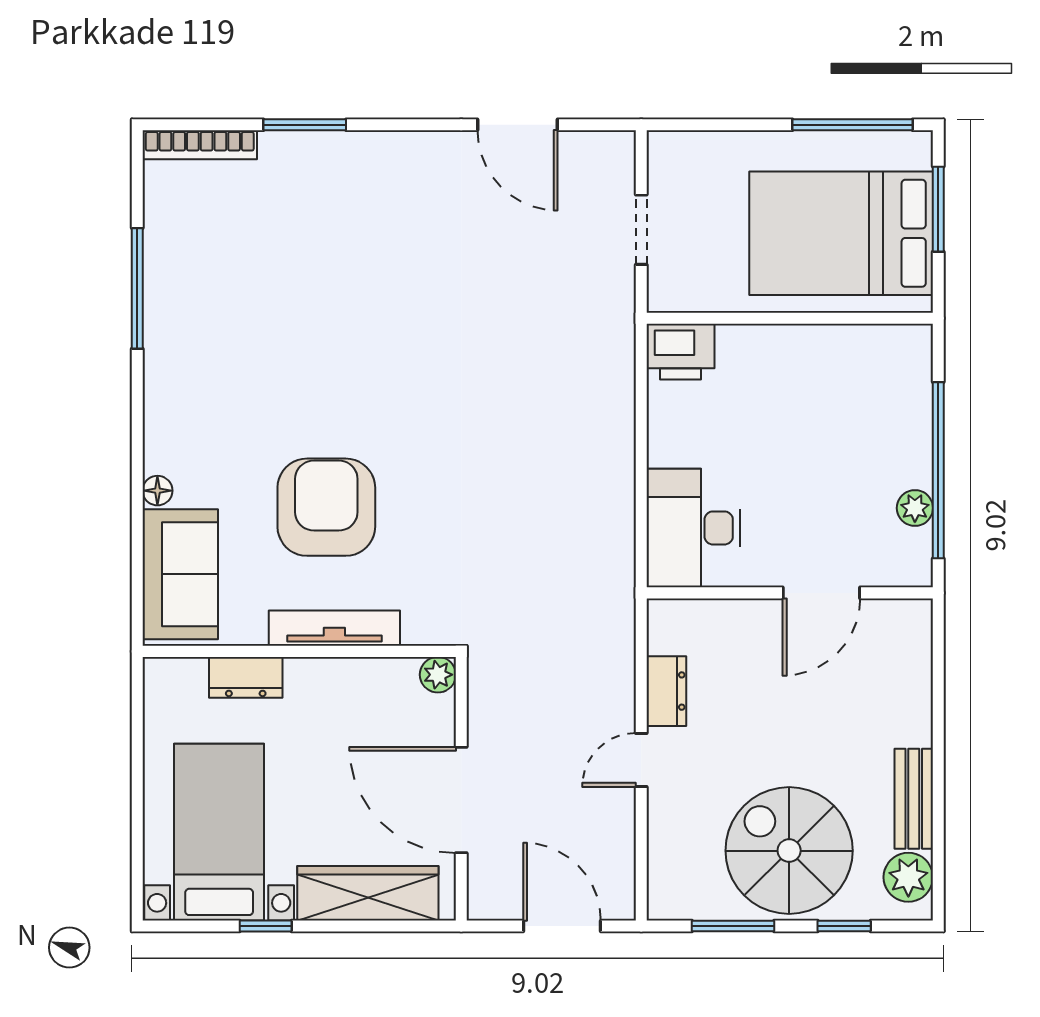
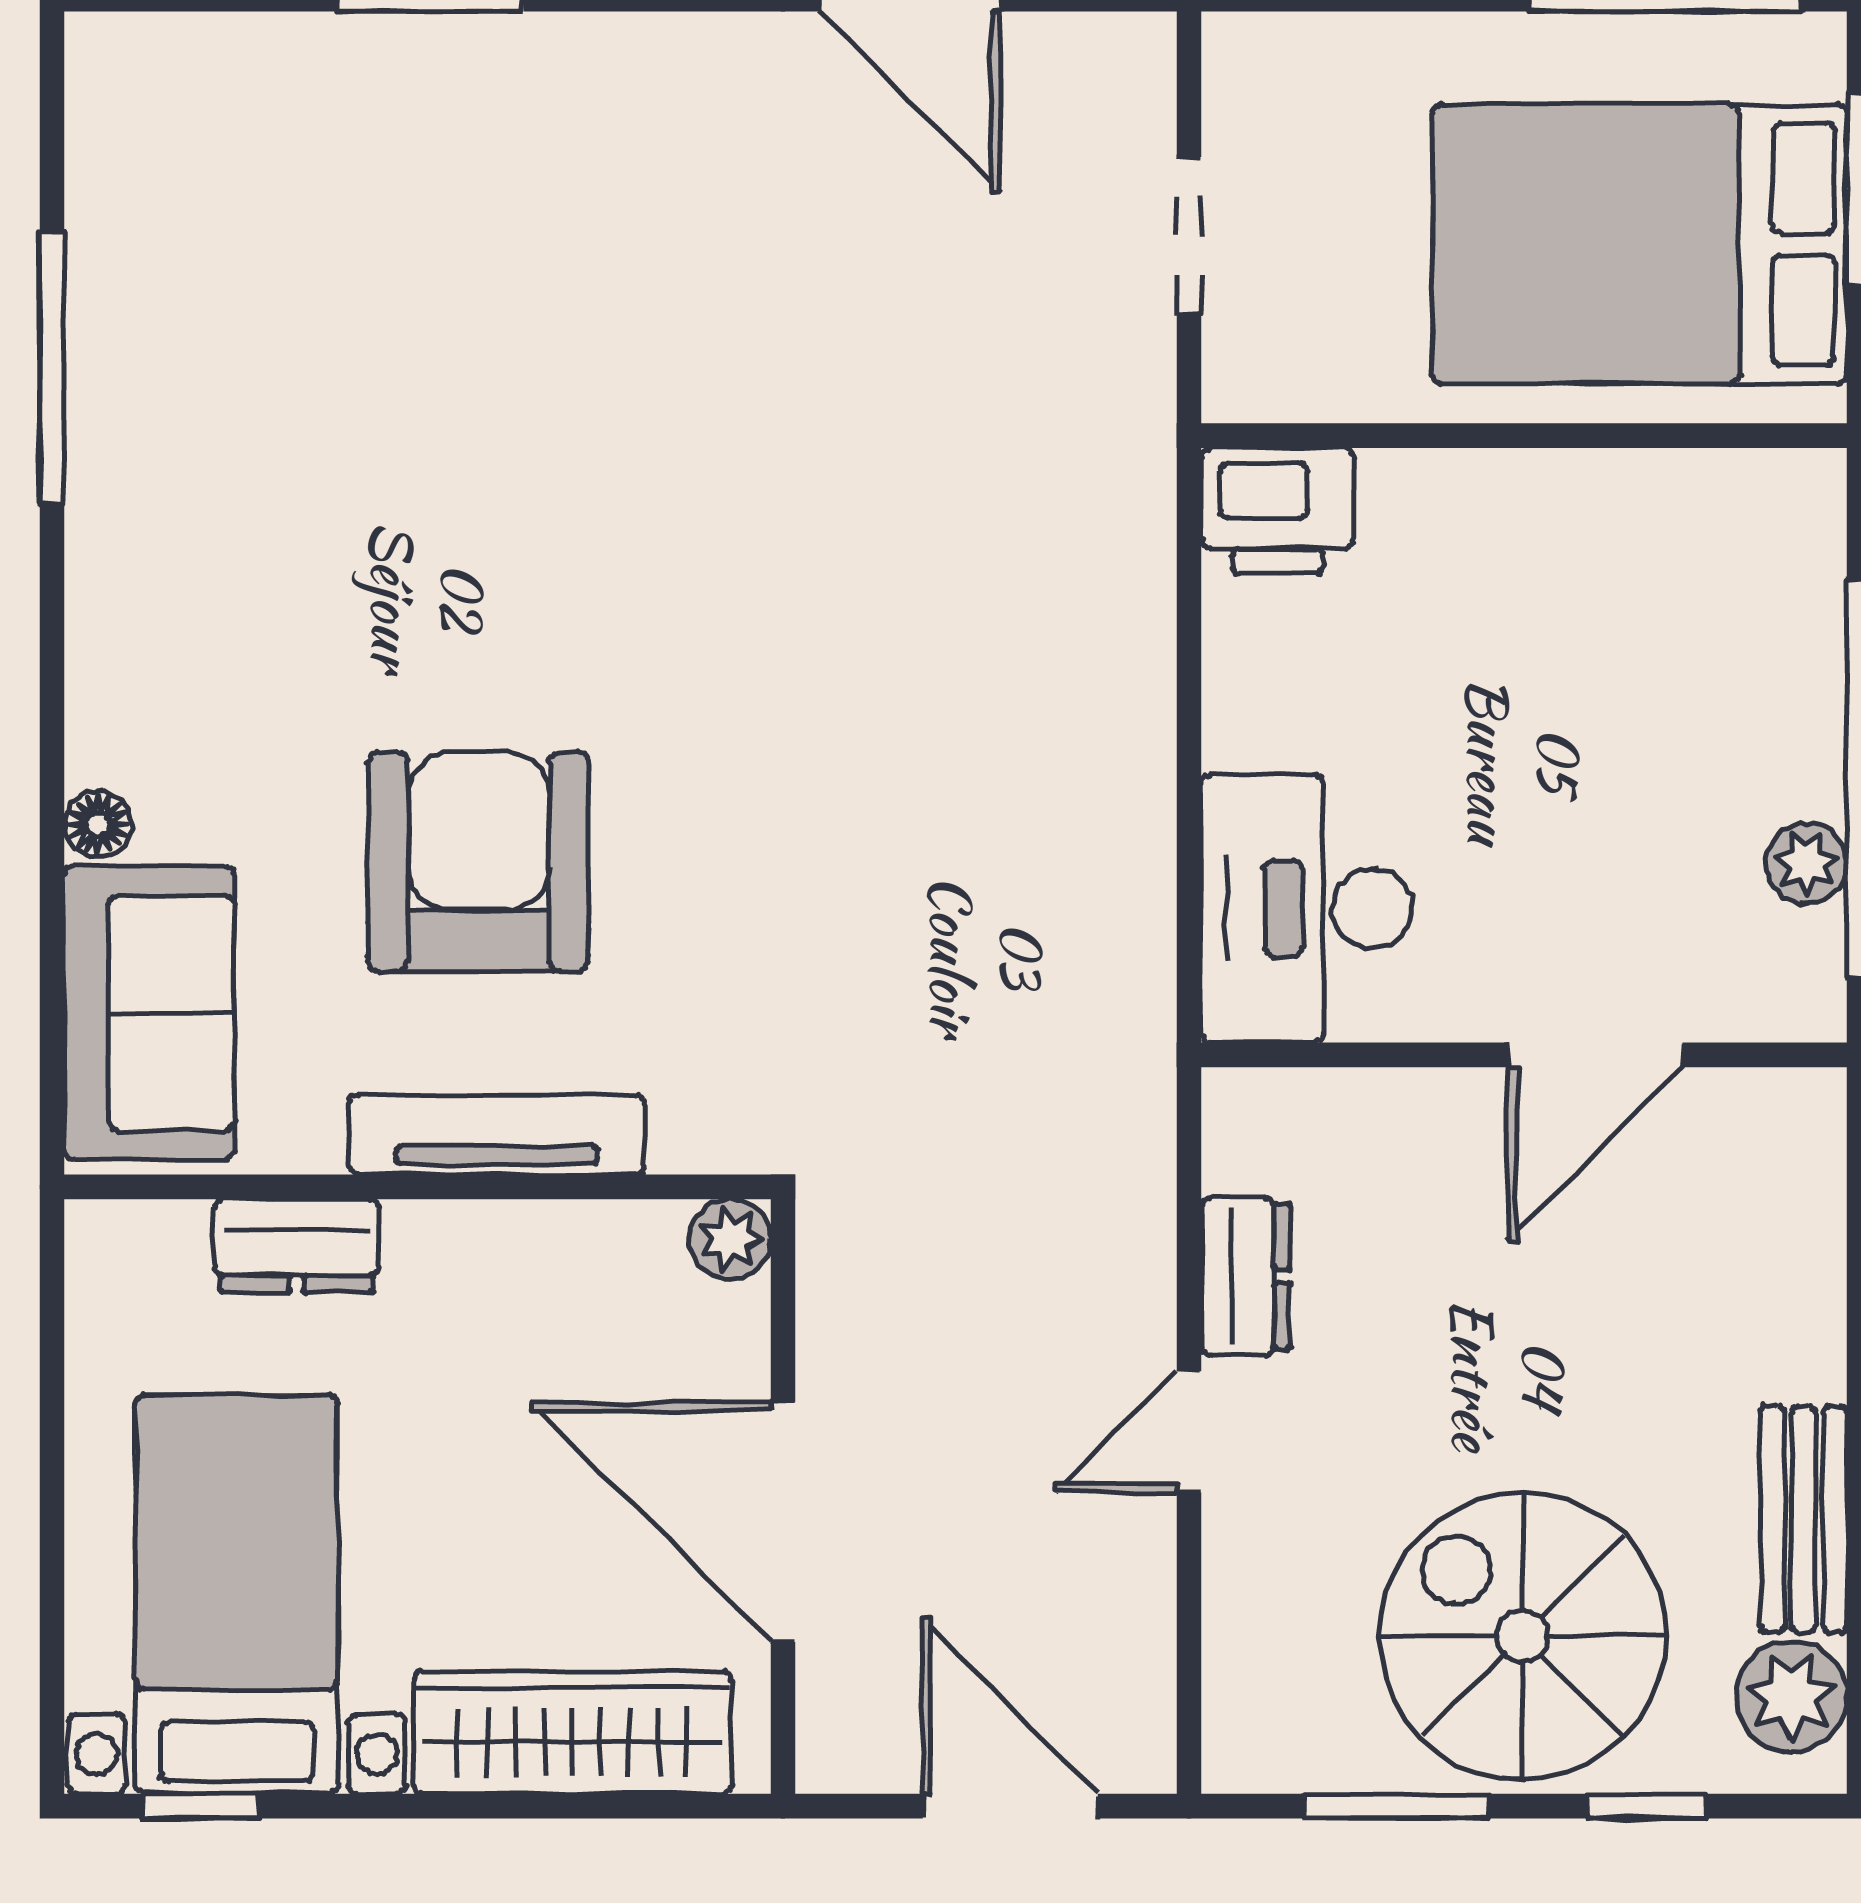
bookcase: (200, 145) -> (193, 44), removed
window: (266, 926) -> (201, 1806), moved

